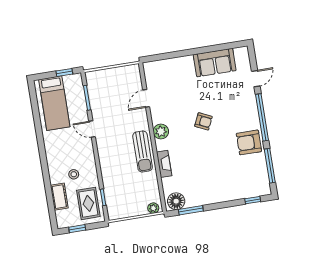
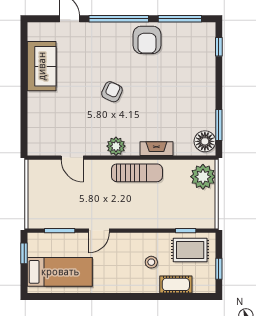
plant: (153, 208) -> (203, 177), width x1.88, depth x1.88

